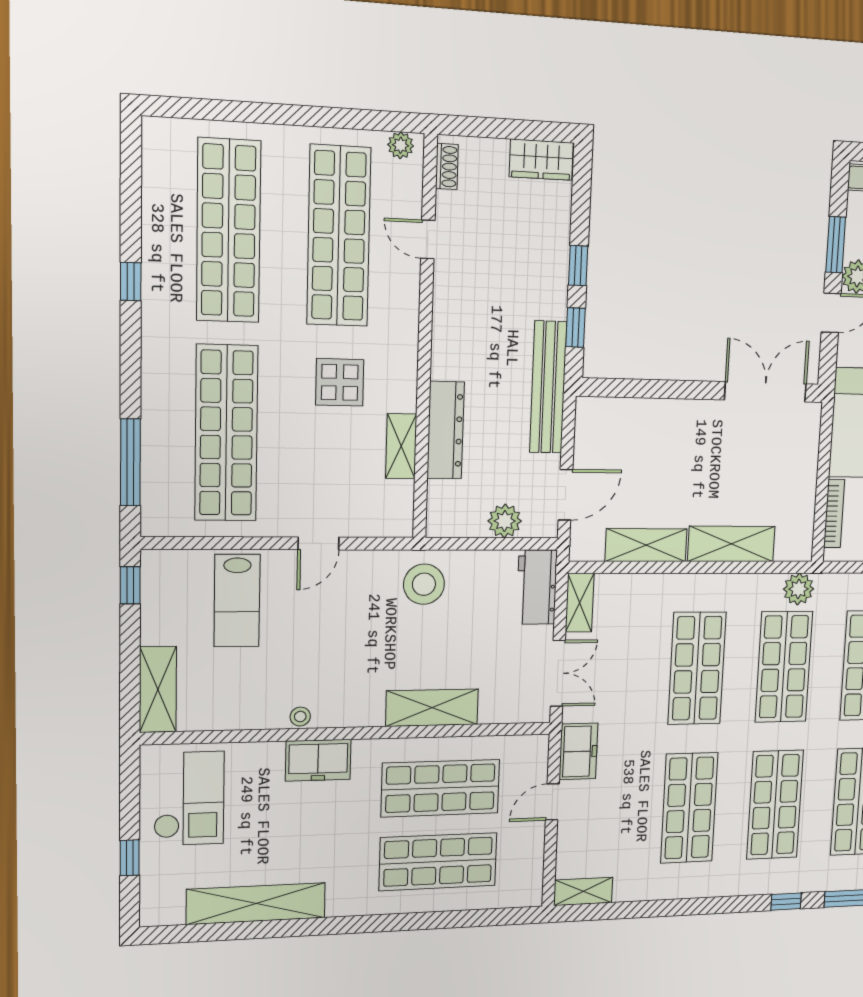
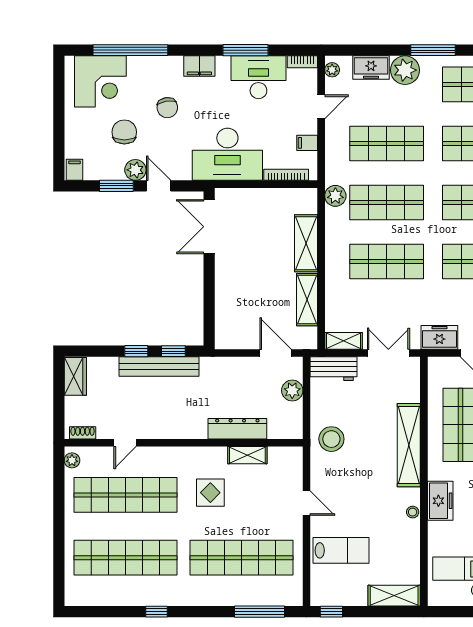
bench: (548, 387) -> (159, 367), moved
shelving: (432, 708) -> (409, 445), width x1.47

